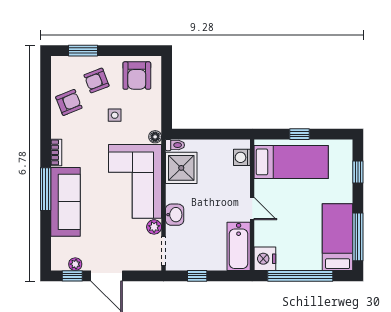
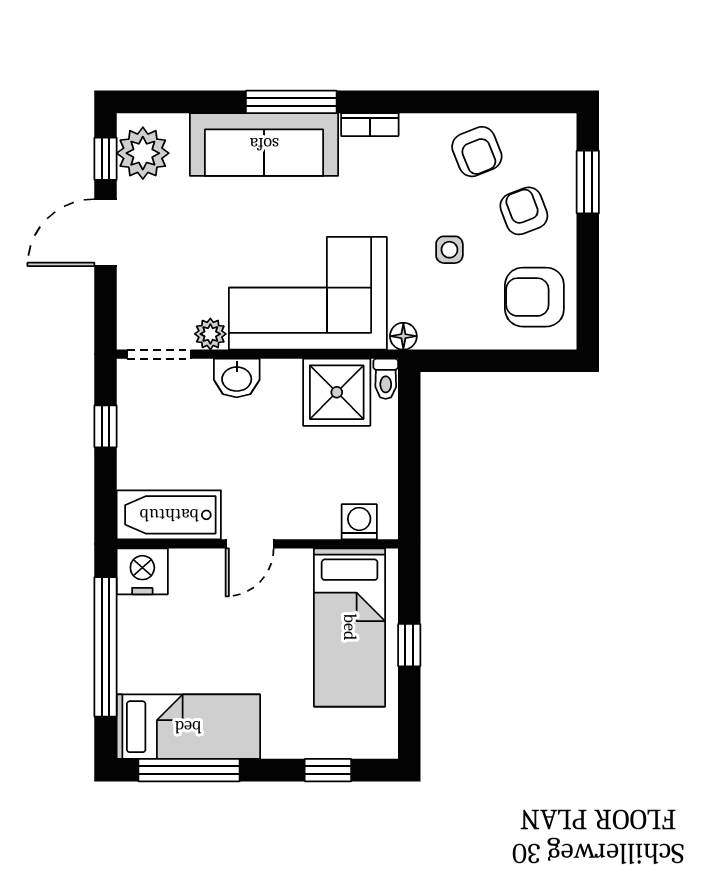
plant: (75, 264) -> (143, 153), width x1.87, depth x1.87

